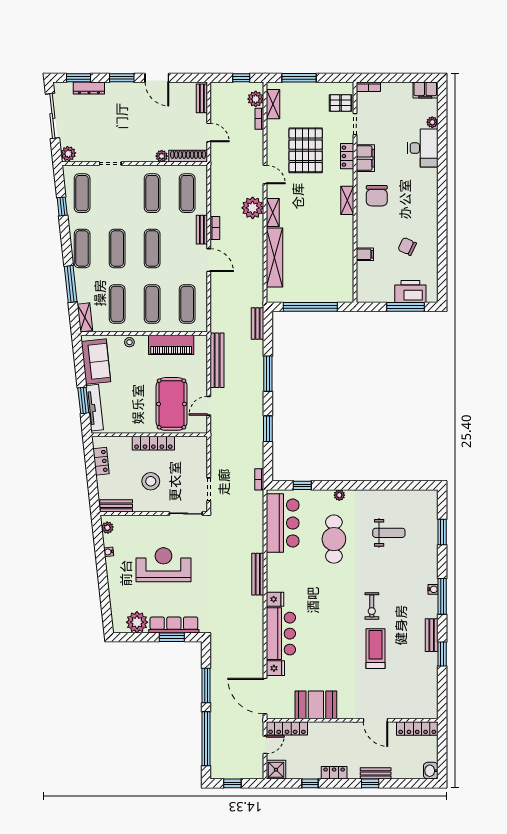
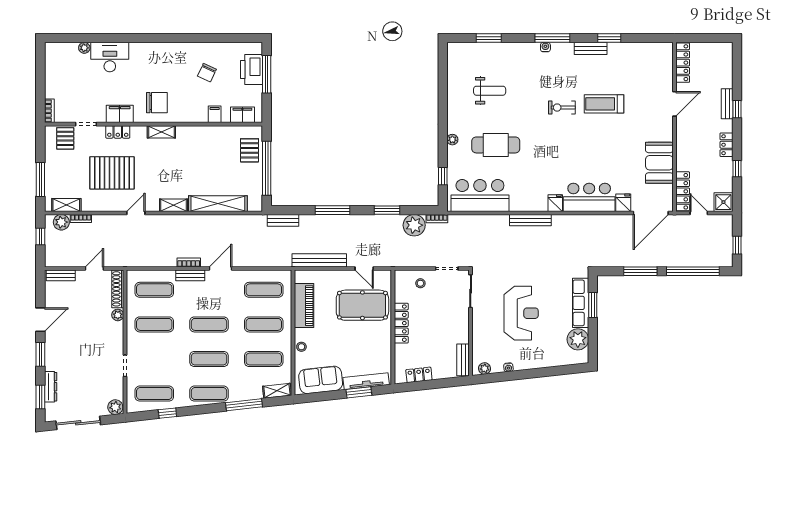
filing cabinet: (425, 90) -> (242, 115), moved, turned -90
plant: (253, 208) -> (414, 225), moved
pallet: (328, 290) -> (250, 150), added
stool: (151, 481) -> (420, 283), moved, width x0.53, depth x0.53
weight bench: (389, 533) -> (490, 91), turned 90
reception desk: (163, 565) -> (521, 313), turned 180
exercise bike: (372, 606) -> (562, 108), turned 180
washbasin: (431, 771) -> (724, 49), removed

